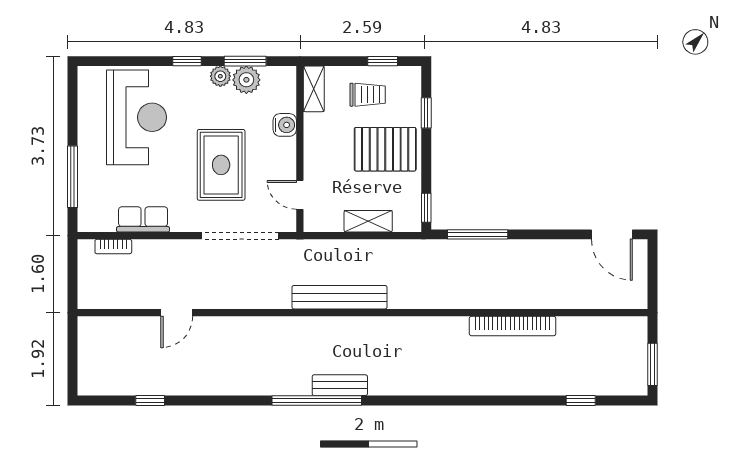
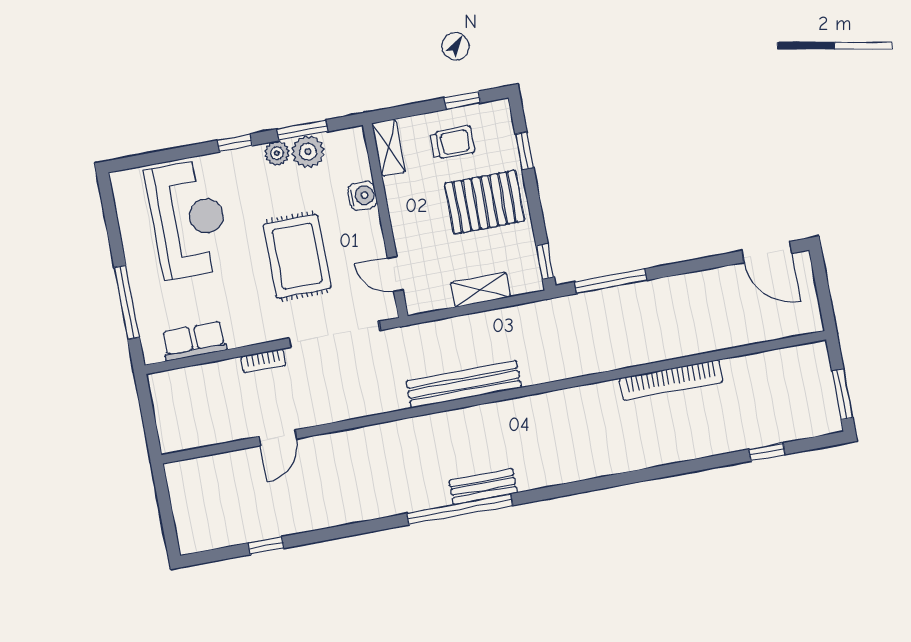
row of seats: (143, 219) -> (194, 341), moved
bookcase: (113, 247) -> (263, 361), moved

